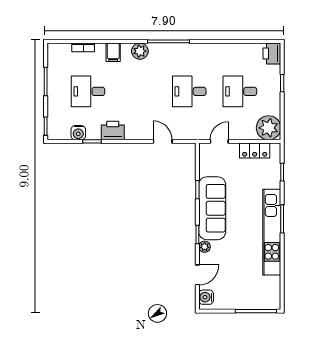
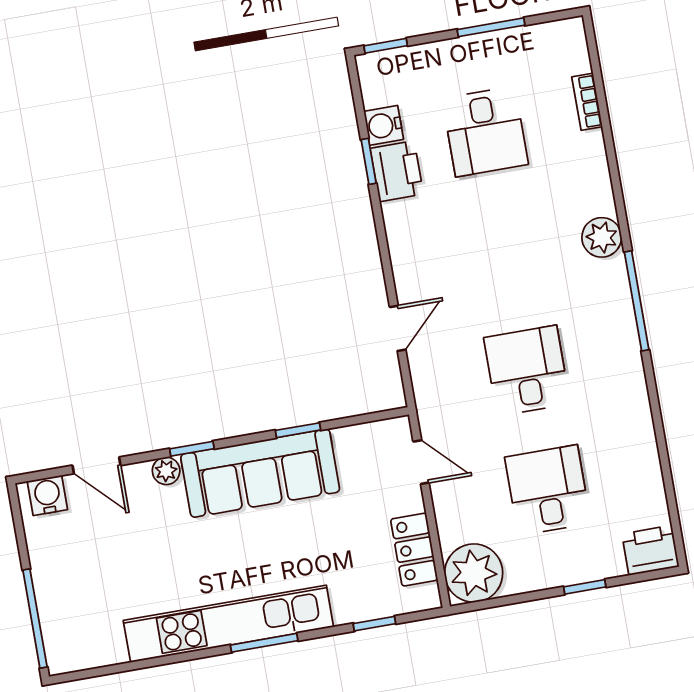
filing cabinet: (113, 52) -> (588, 175), removed
desk: (88, 91) -> (485, 131), turned 180
printer: (113, 131) -> (397, 171), moved

